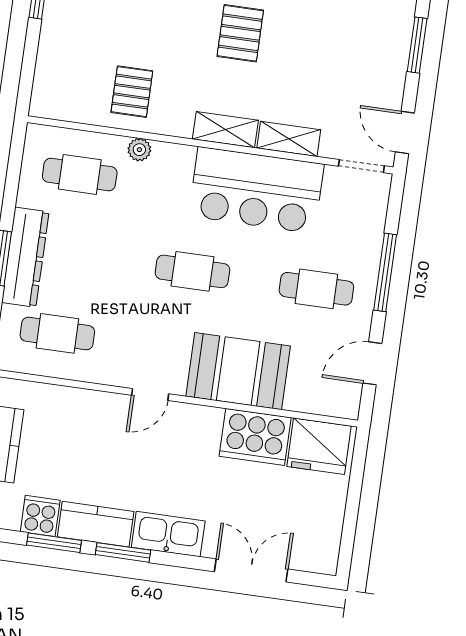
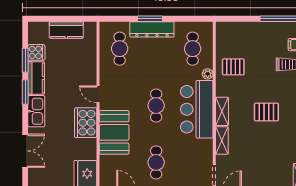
bar counter: (256, 190) -> (197, 109), moved
cooker: (255, 437) -> (86, 123), moved

